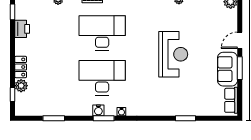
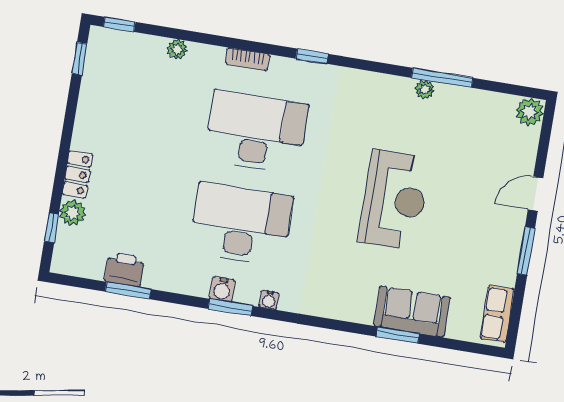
printer: (22, 29) -> (124, 270), moved, turned -90
sofa: (227, 69) -> (412, 312), moved, turned 90

